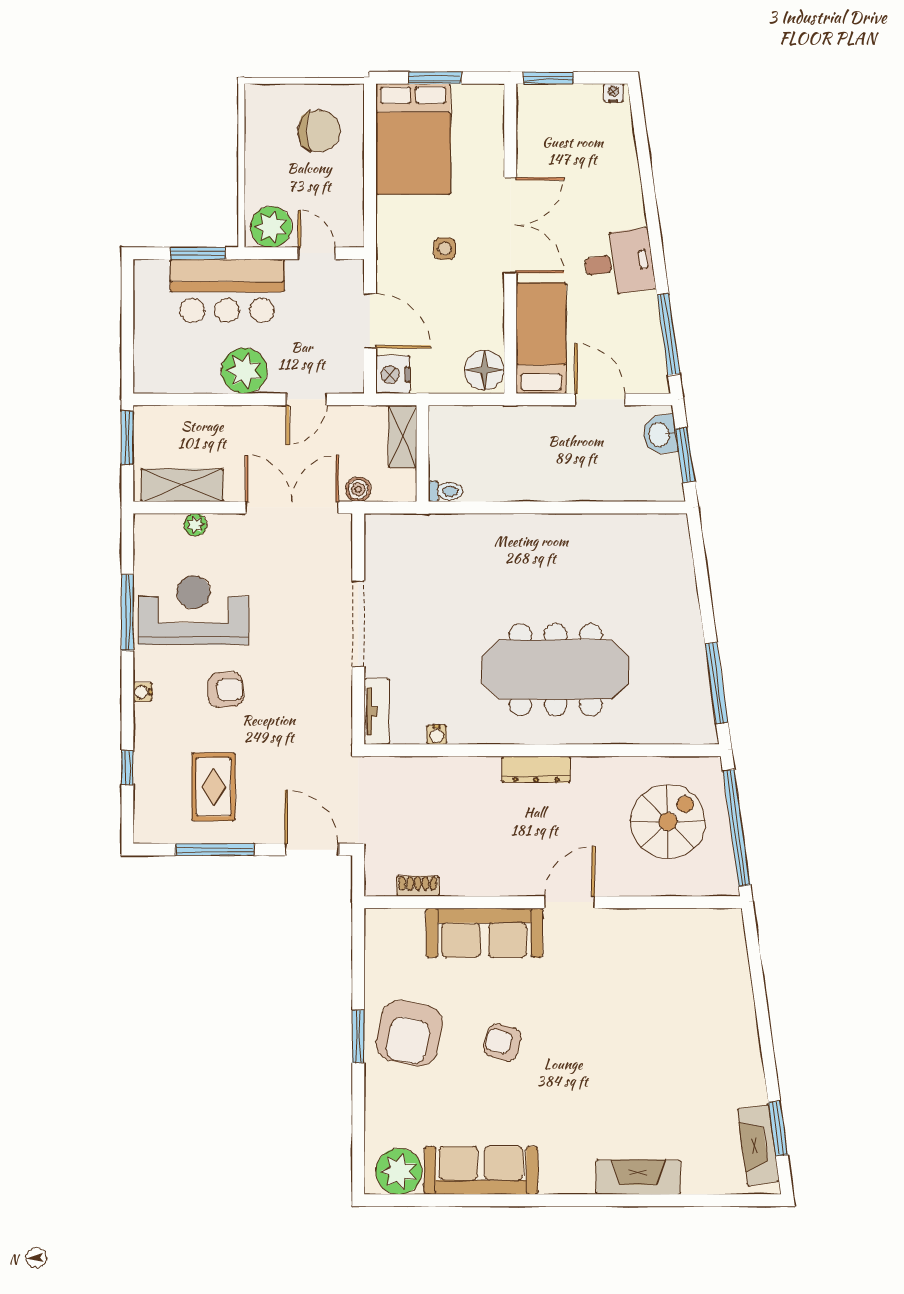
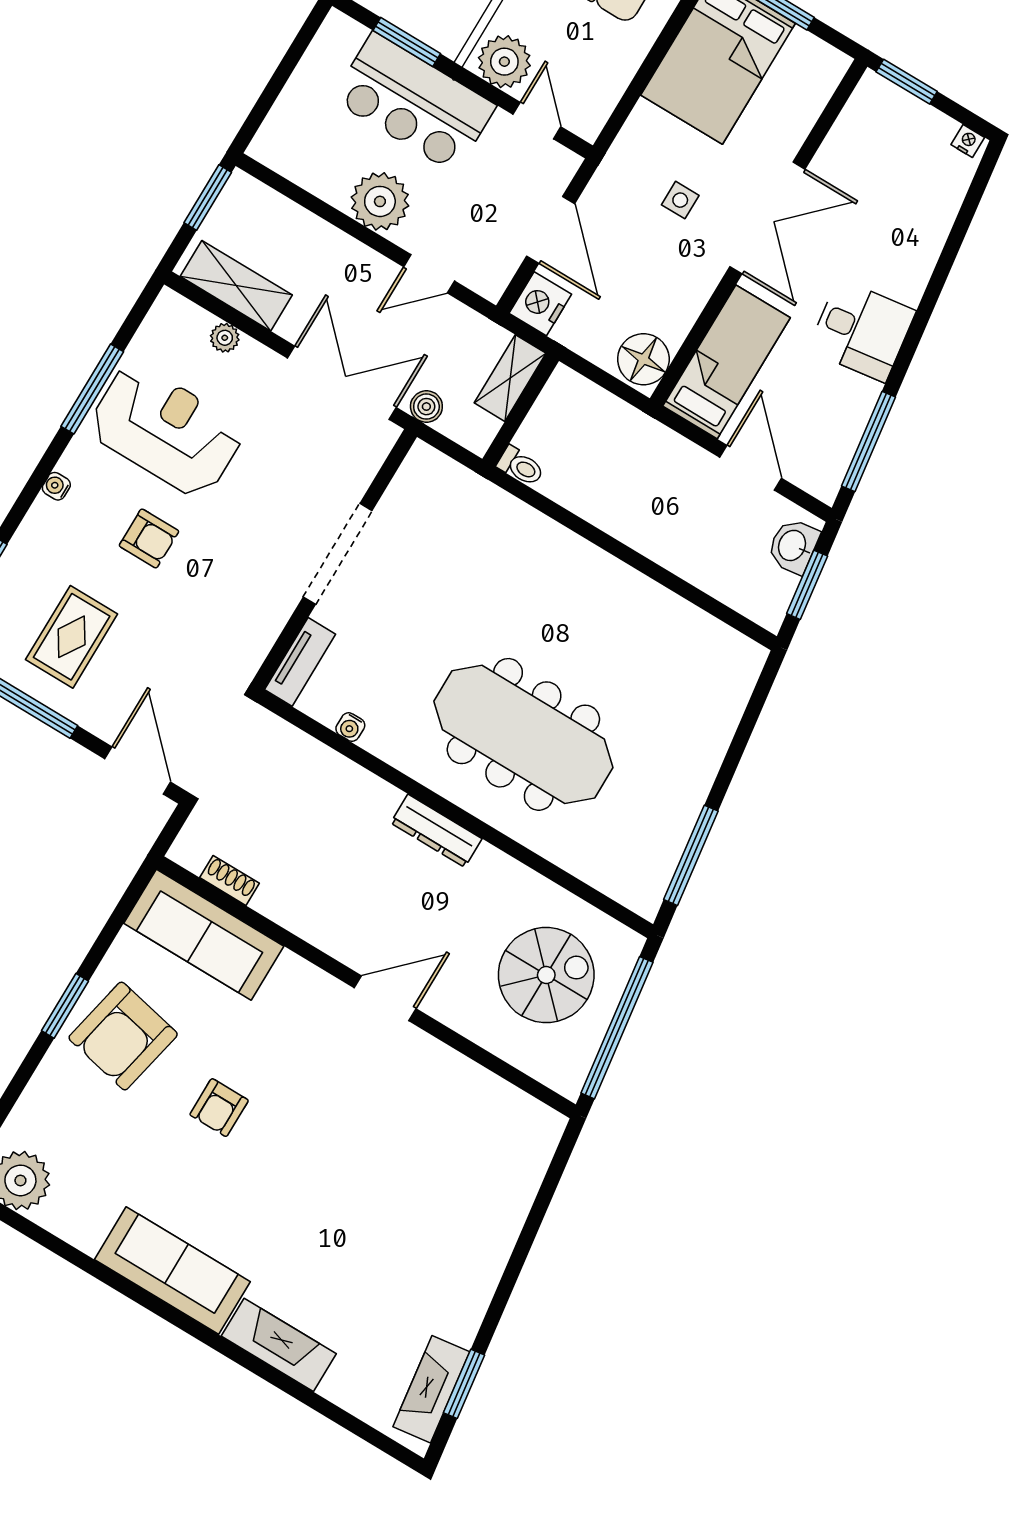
sofa: (484, 933) -> (204, 935), moved
armchair: (502, 1042) -> (219, 1108), turned -105
sofa: (481, 1170) -> (172, 1271), moved

